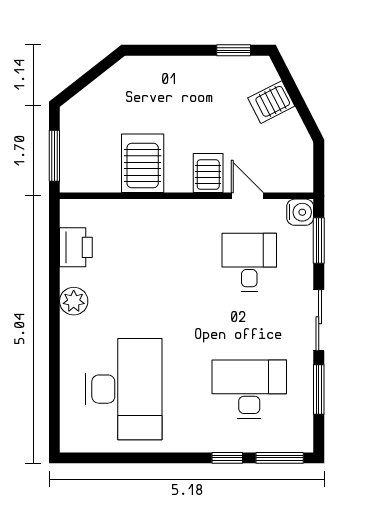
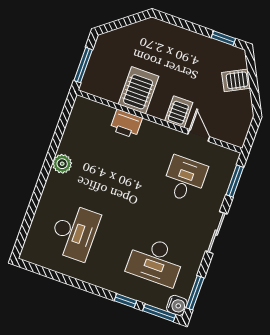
water cooler: (300, 212) -> (177, 305), moved
printer: (76, 247) -> (126, 124), moved, turned 90
desk: (124, 389) -> (74, 232), width x0.73, depth x0.77
desk: (249, 389) -> (156, 261), turned 180
window: (319, 390) -> (195, 293), moved

